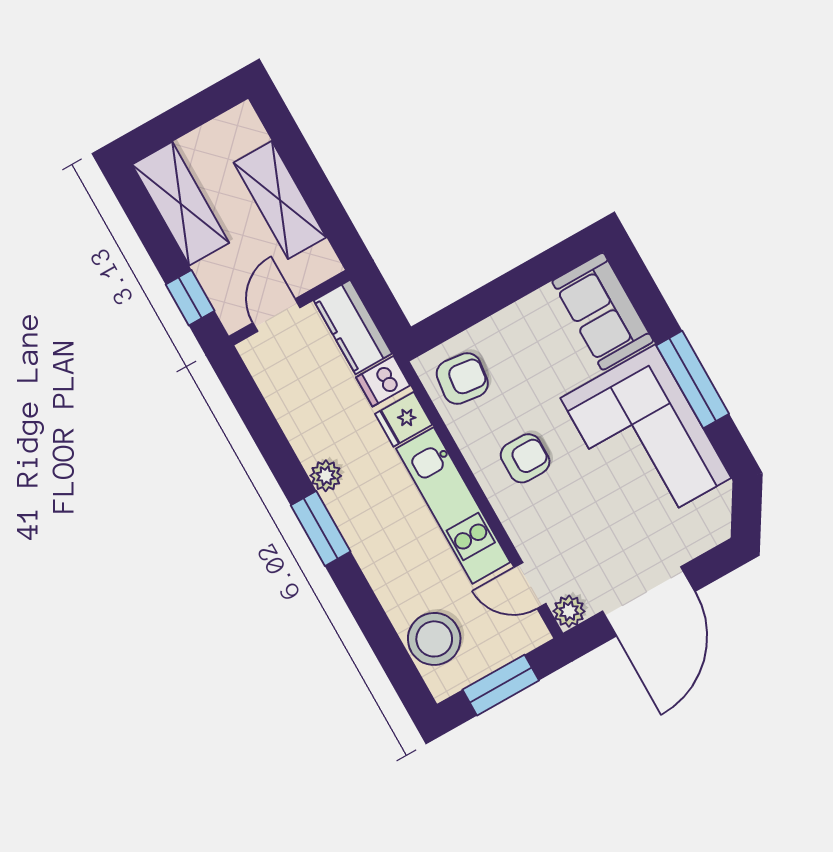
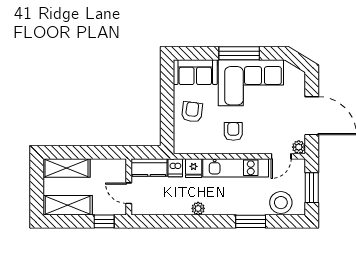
shelving: (280, 200) -> (67, 168), moved
armchair: (462, 379) -> (192, 112), moved
window: (321, 528) -> (251, 221), moved

